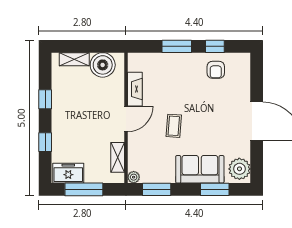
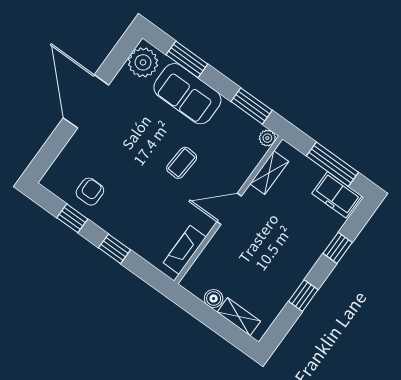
window: (177, 46) -> (115, 249), width x0.67
boiler: (103, 65) -> (214, 299), width x0.54, depth x0.54
fireplace: (135, 89) -> (185, 250), moved

